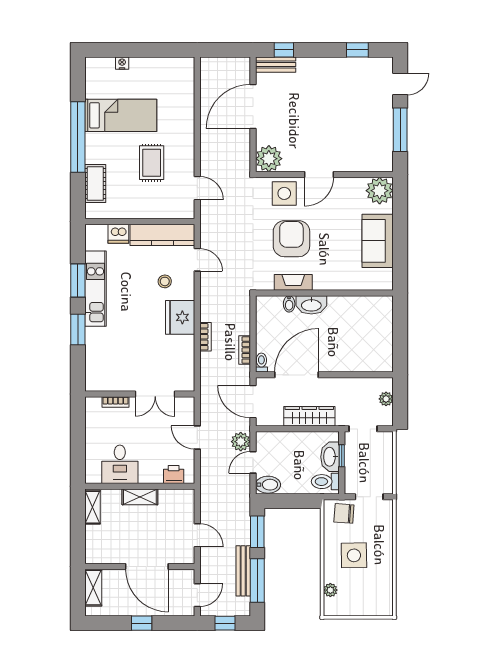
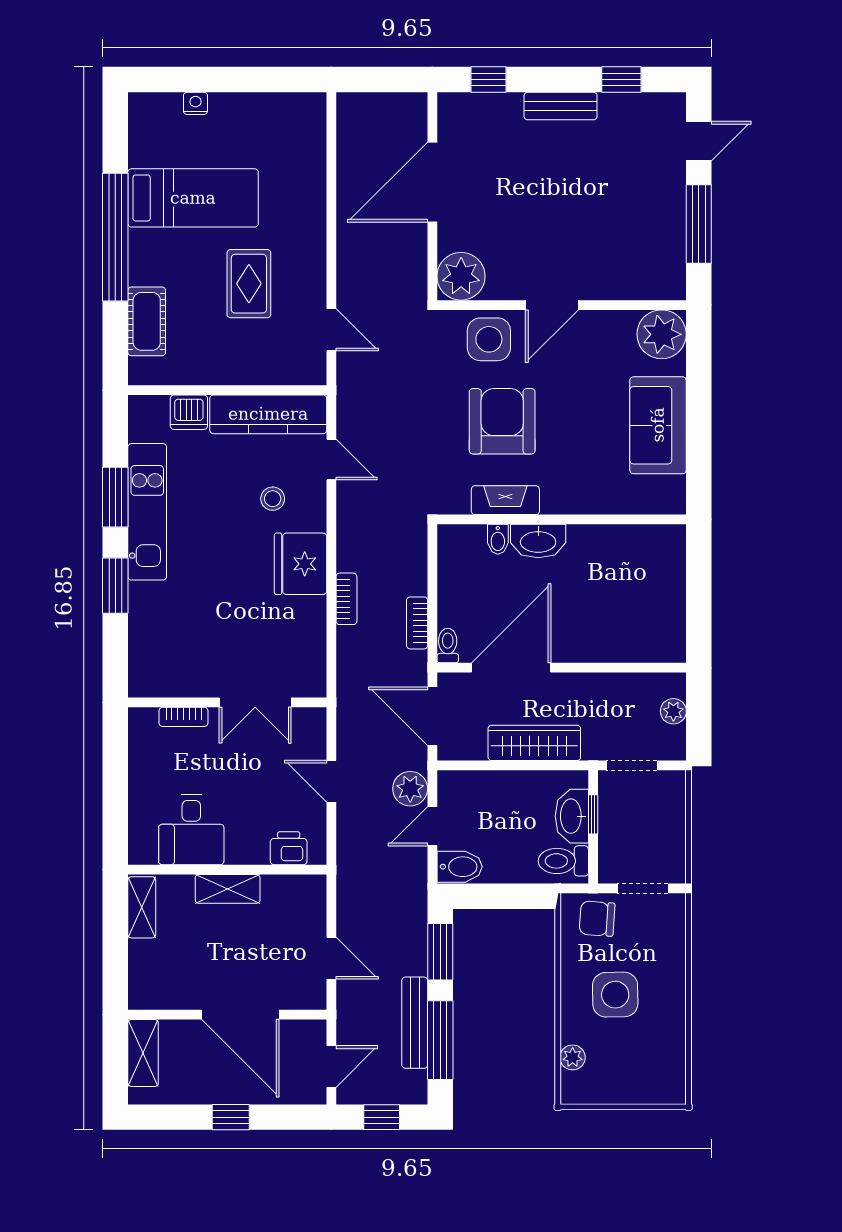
bench: (276, 65) -> (561, 106), moved

